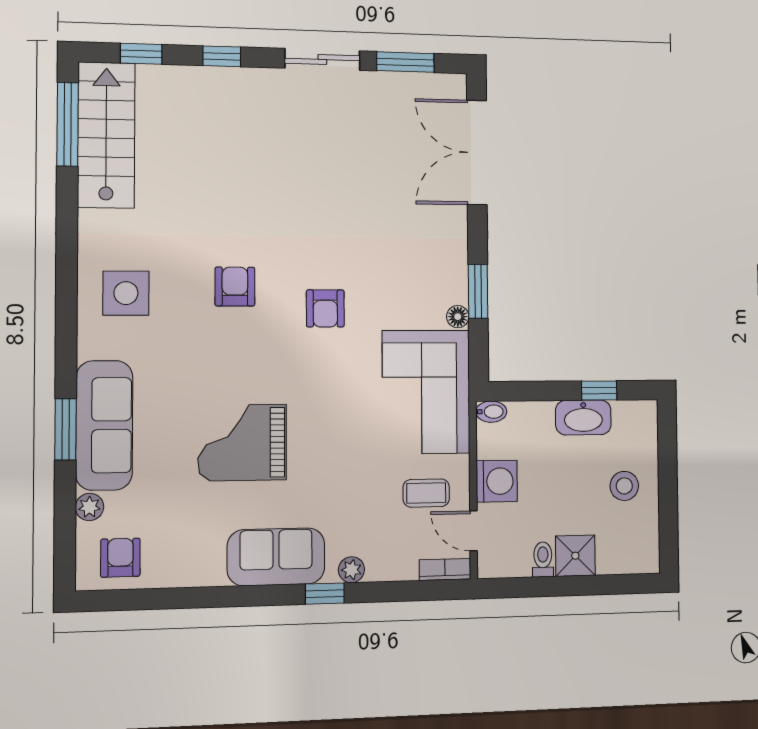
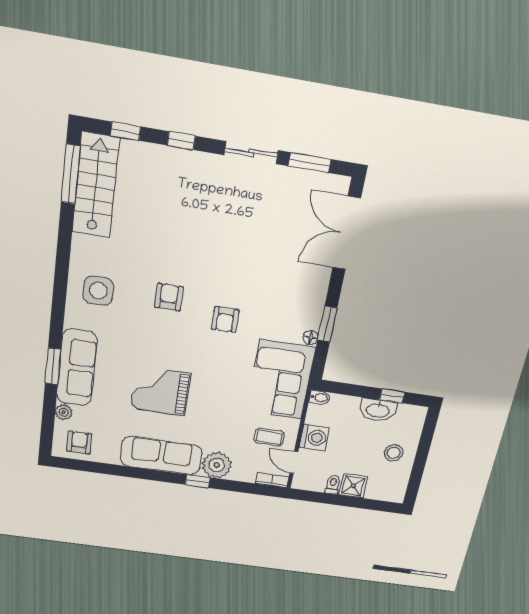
sofa: (276, 557) -> (161, 456), width x1.36
plant: (351, 570) -> (217, 465), width x1.88, depth x1.88

